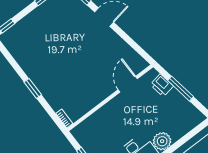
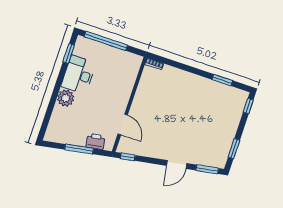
window: (142, 53) -> (128, 157), added
window: (33, 88) -> (222, 80), moved

